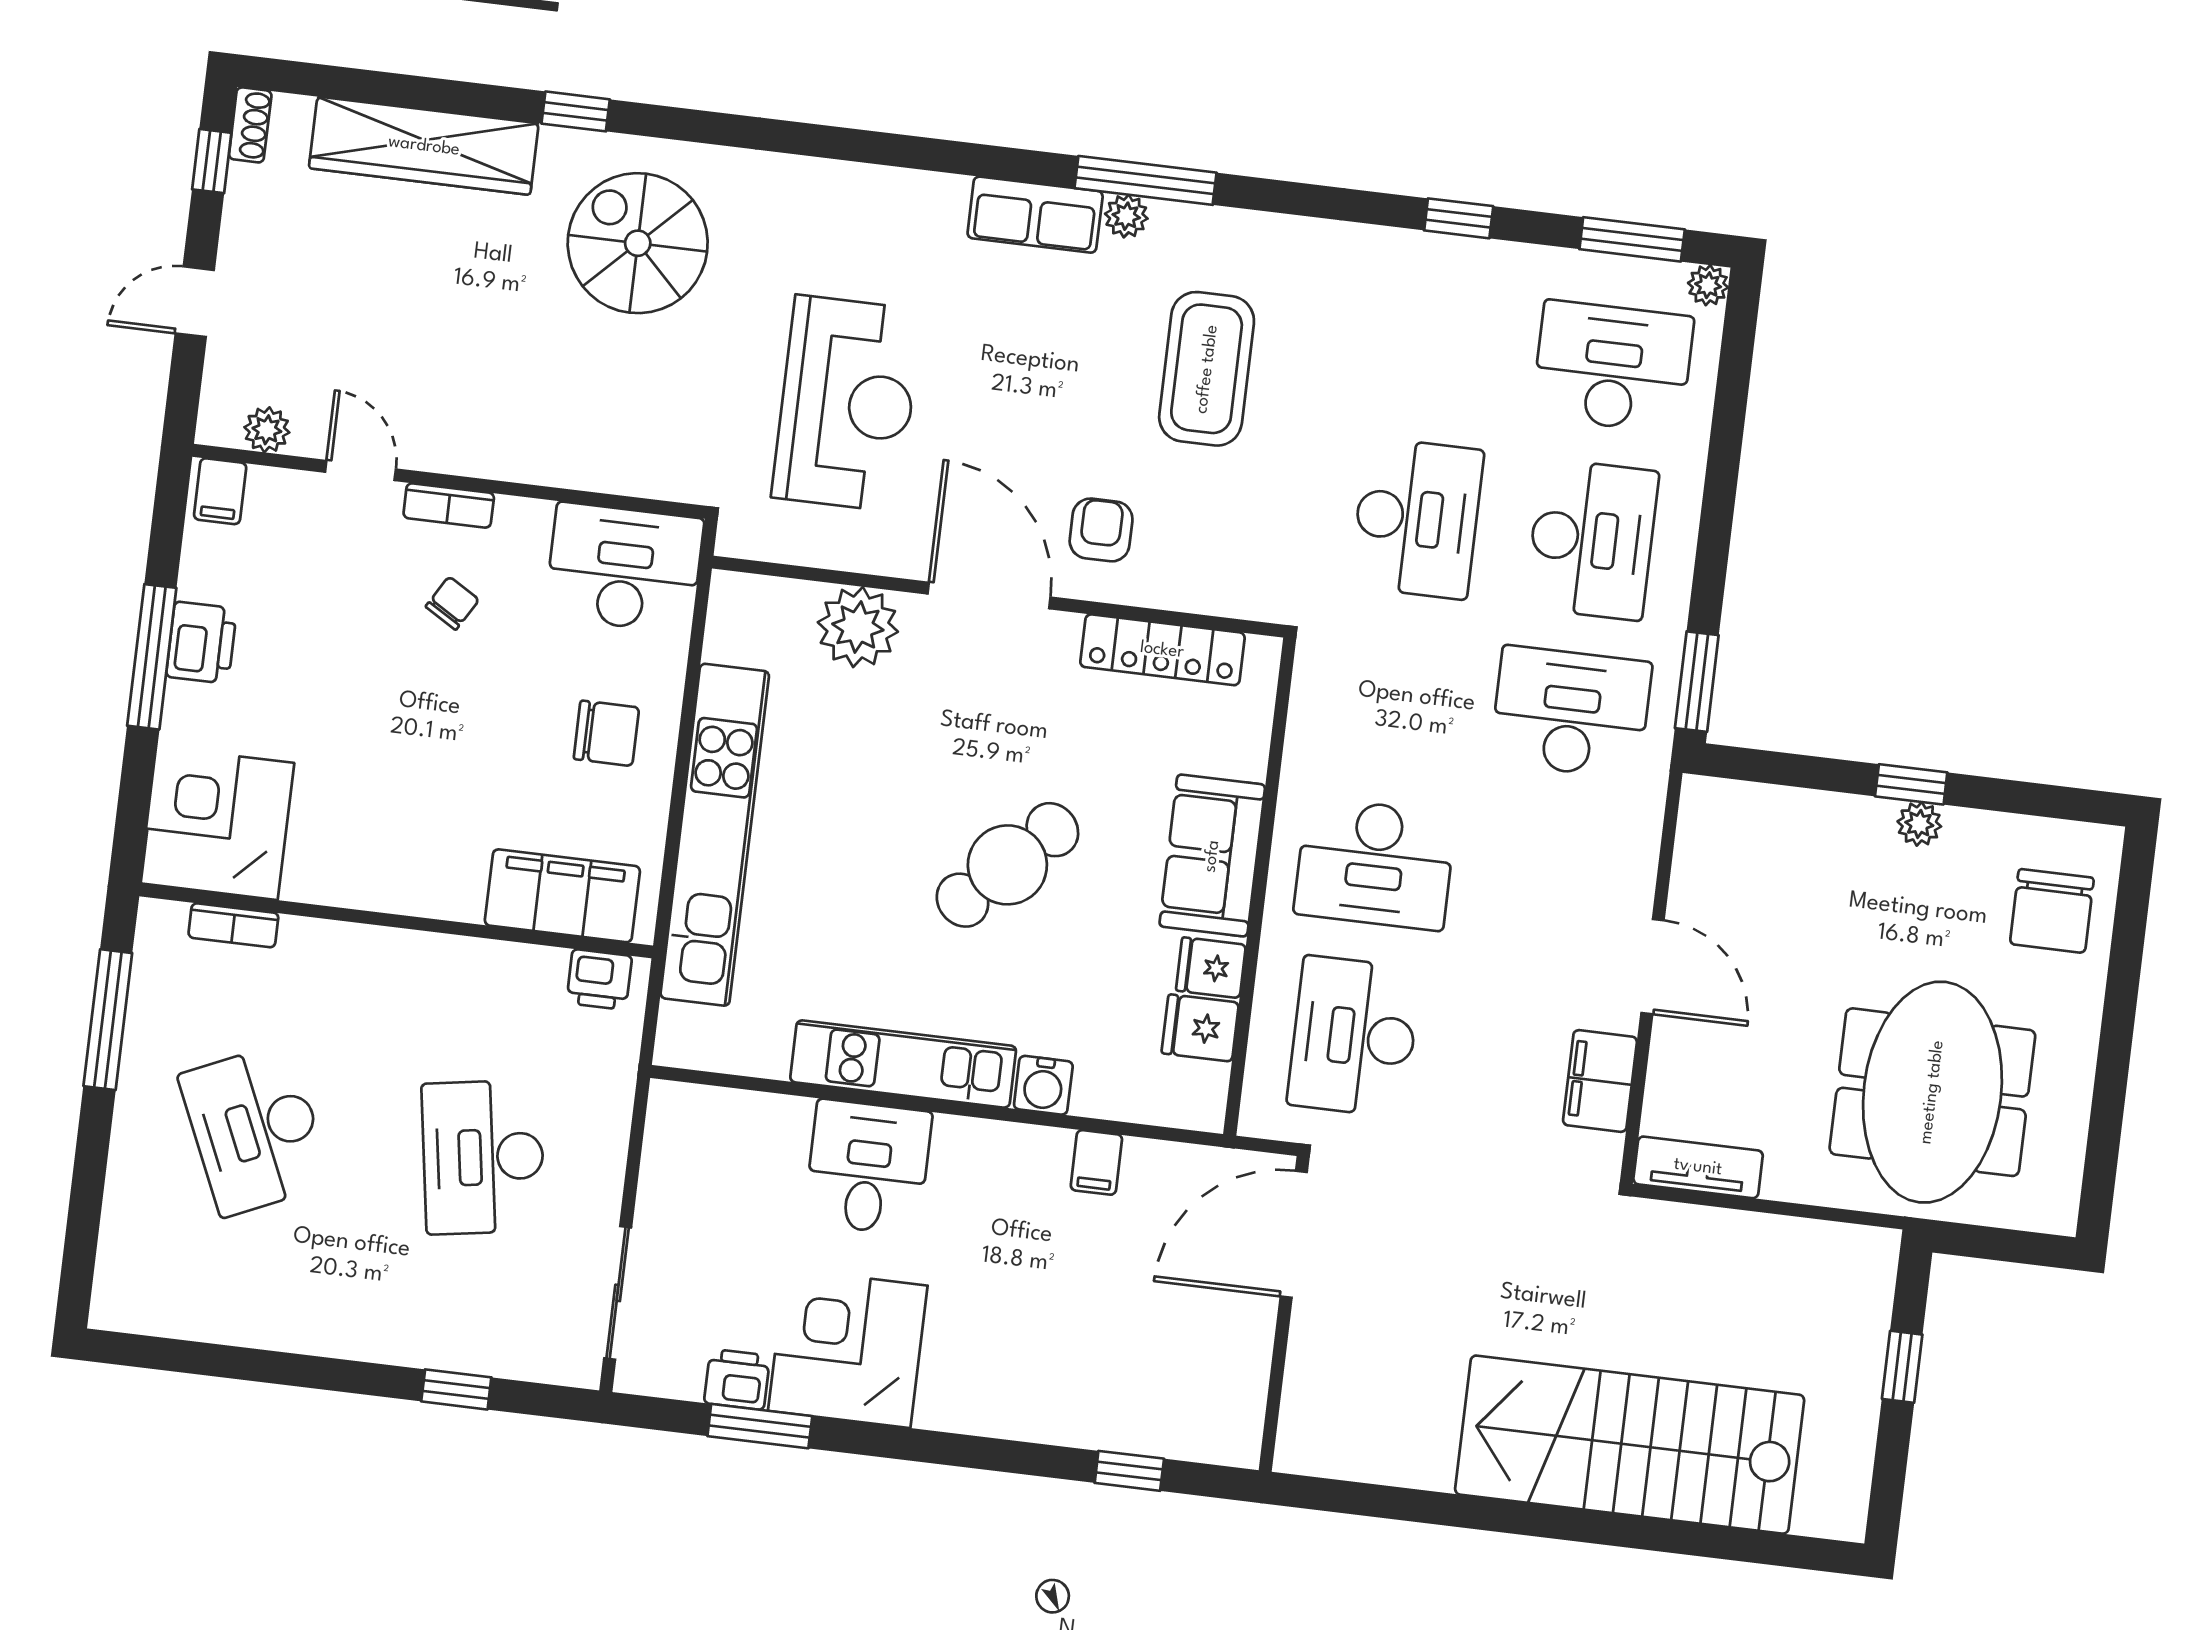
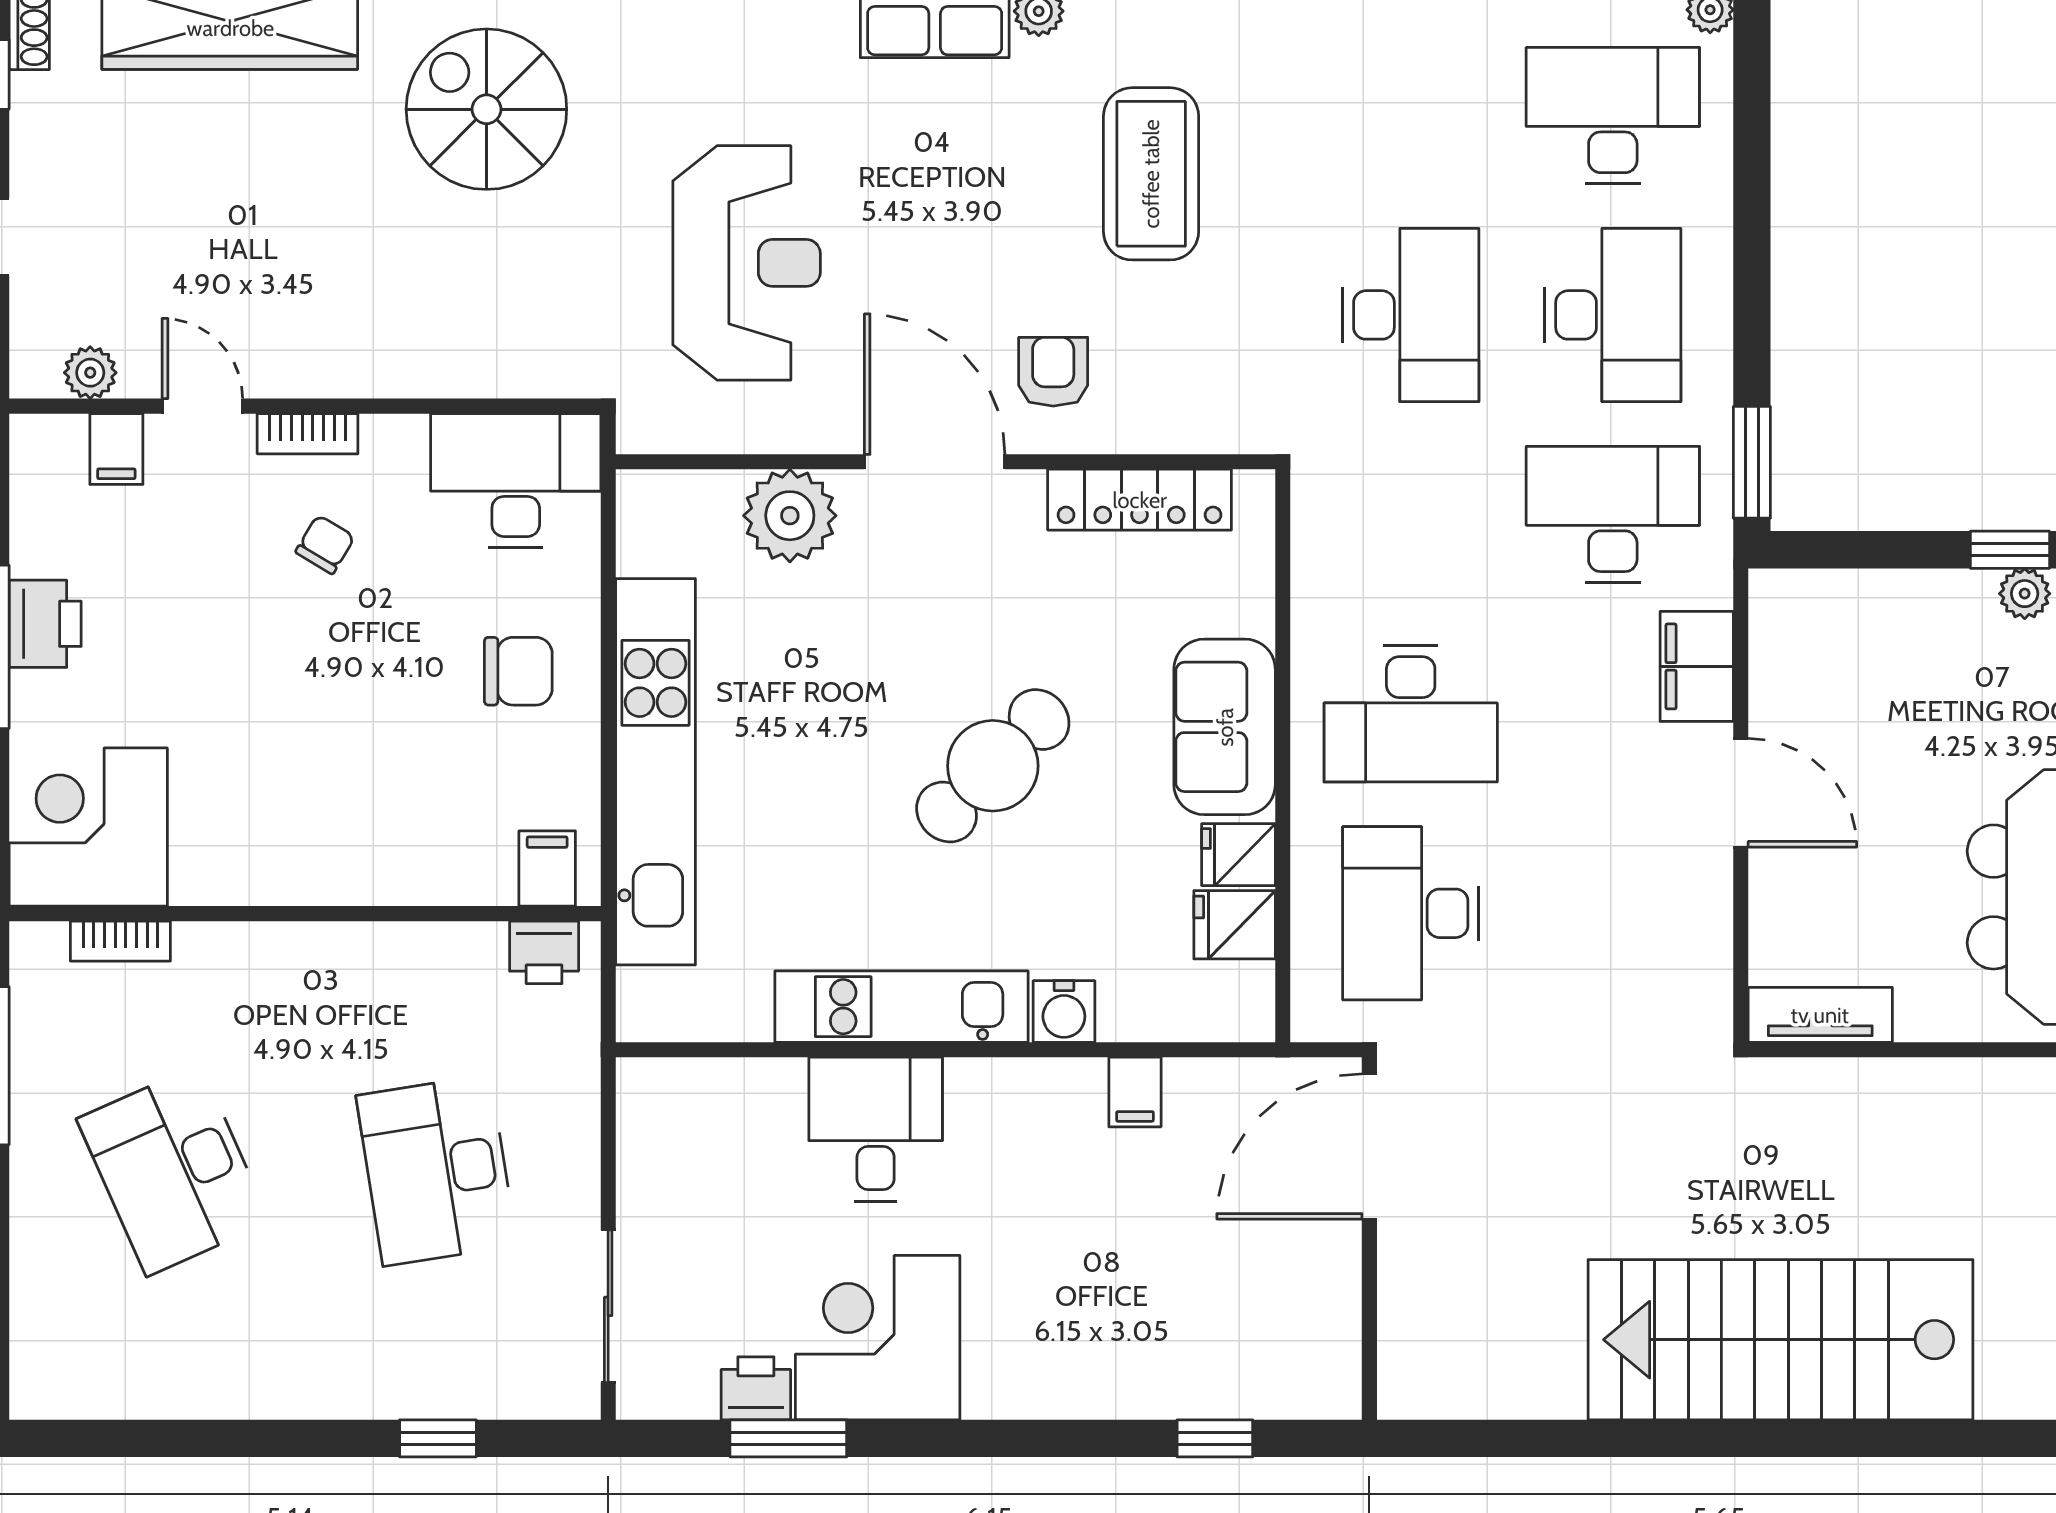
filing cabinet: (220, 491) -> (116, 449), moved
filing cabinet: (562, 896) -> (547, 868), width x0.33, depth x0.86
filing cabinet: (1600, 1081) -> (1697, 666), moved

